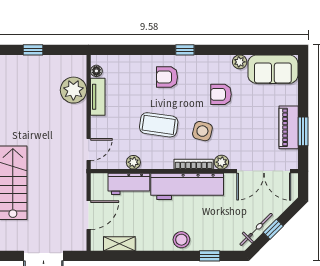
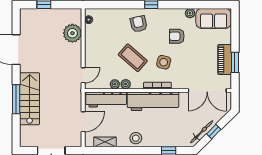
armchair: (167, 77) -> (139, 24), turned 77
tv unit: (98, 97) -> (90, 38), removed
coffee table: (159, 125) -> (133, 58), turned 33
plant: (221, 162) -> (126, 84), moved
workbench: (129, 184) -> (106, 100), width x1.38
stool: (181, 240) -> (136, 138), moved

